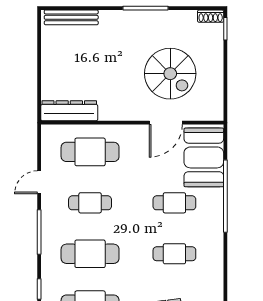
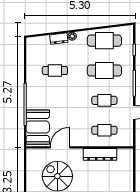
dresser: (69, 111) -> (100, 154), moved
cafe table: (90, 152) -> (104, 130), width x0.73, depth x0.74
cafe table: (174, 203) -> (55, 100), removed

